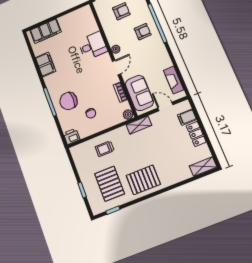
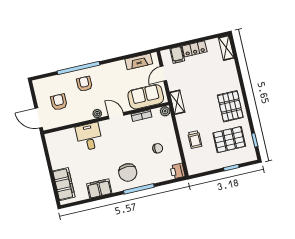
chair: (68, 101) -> (128, 172), moved

